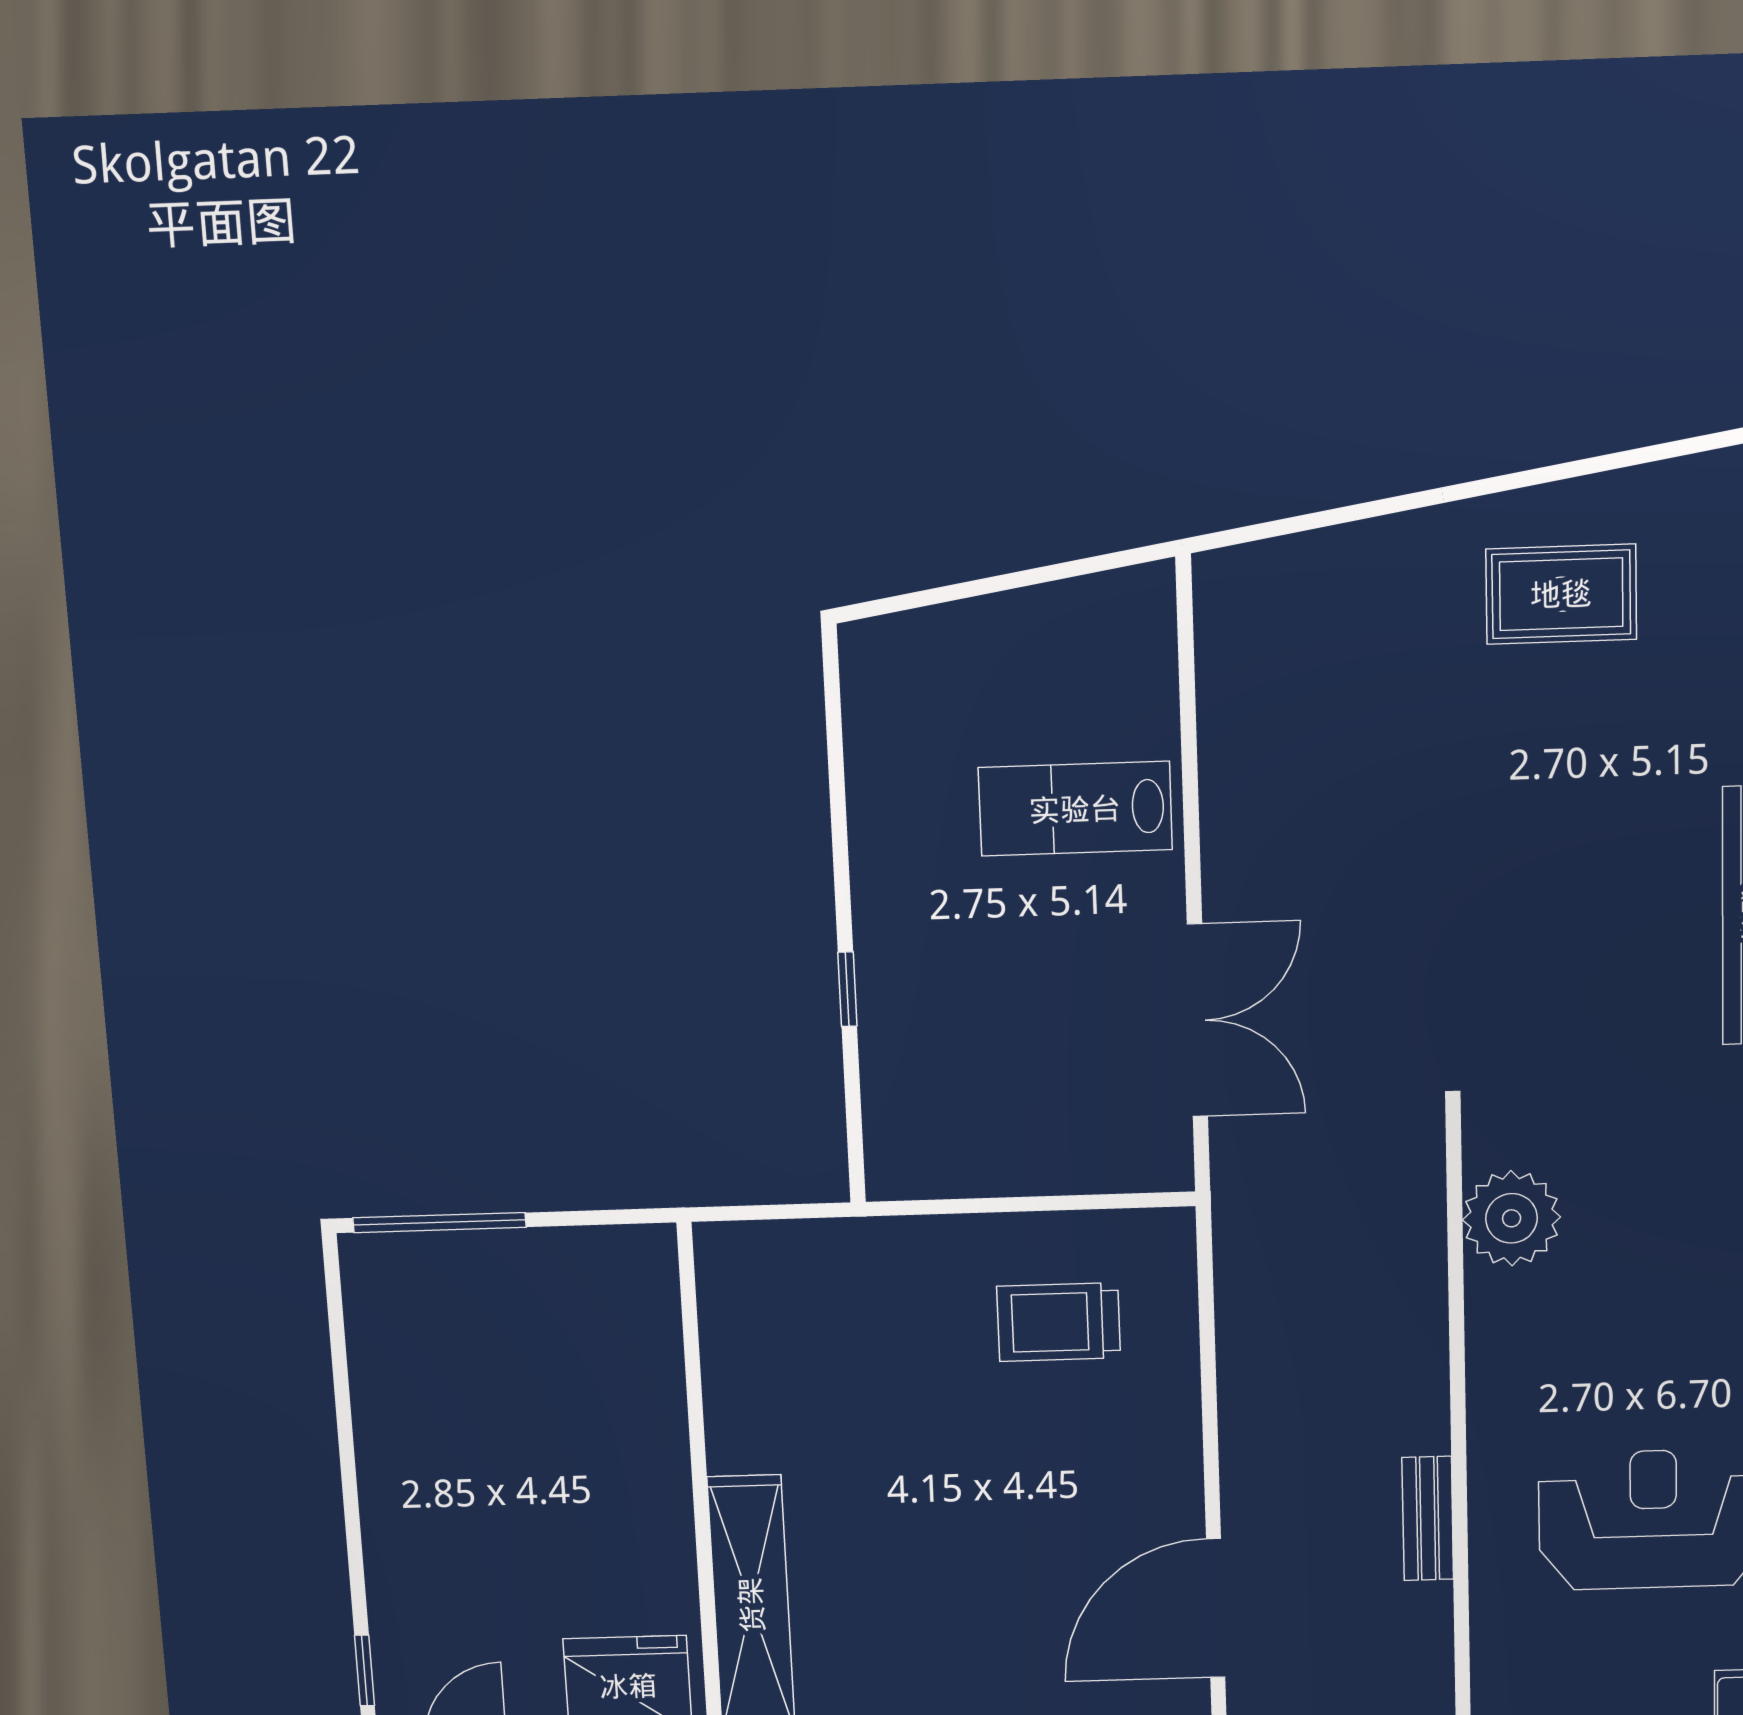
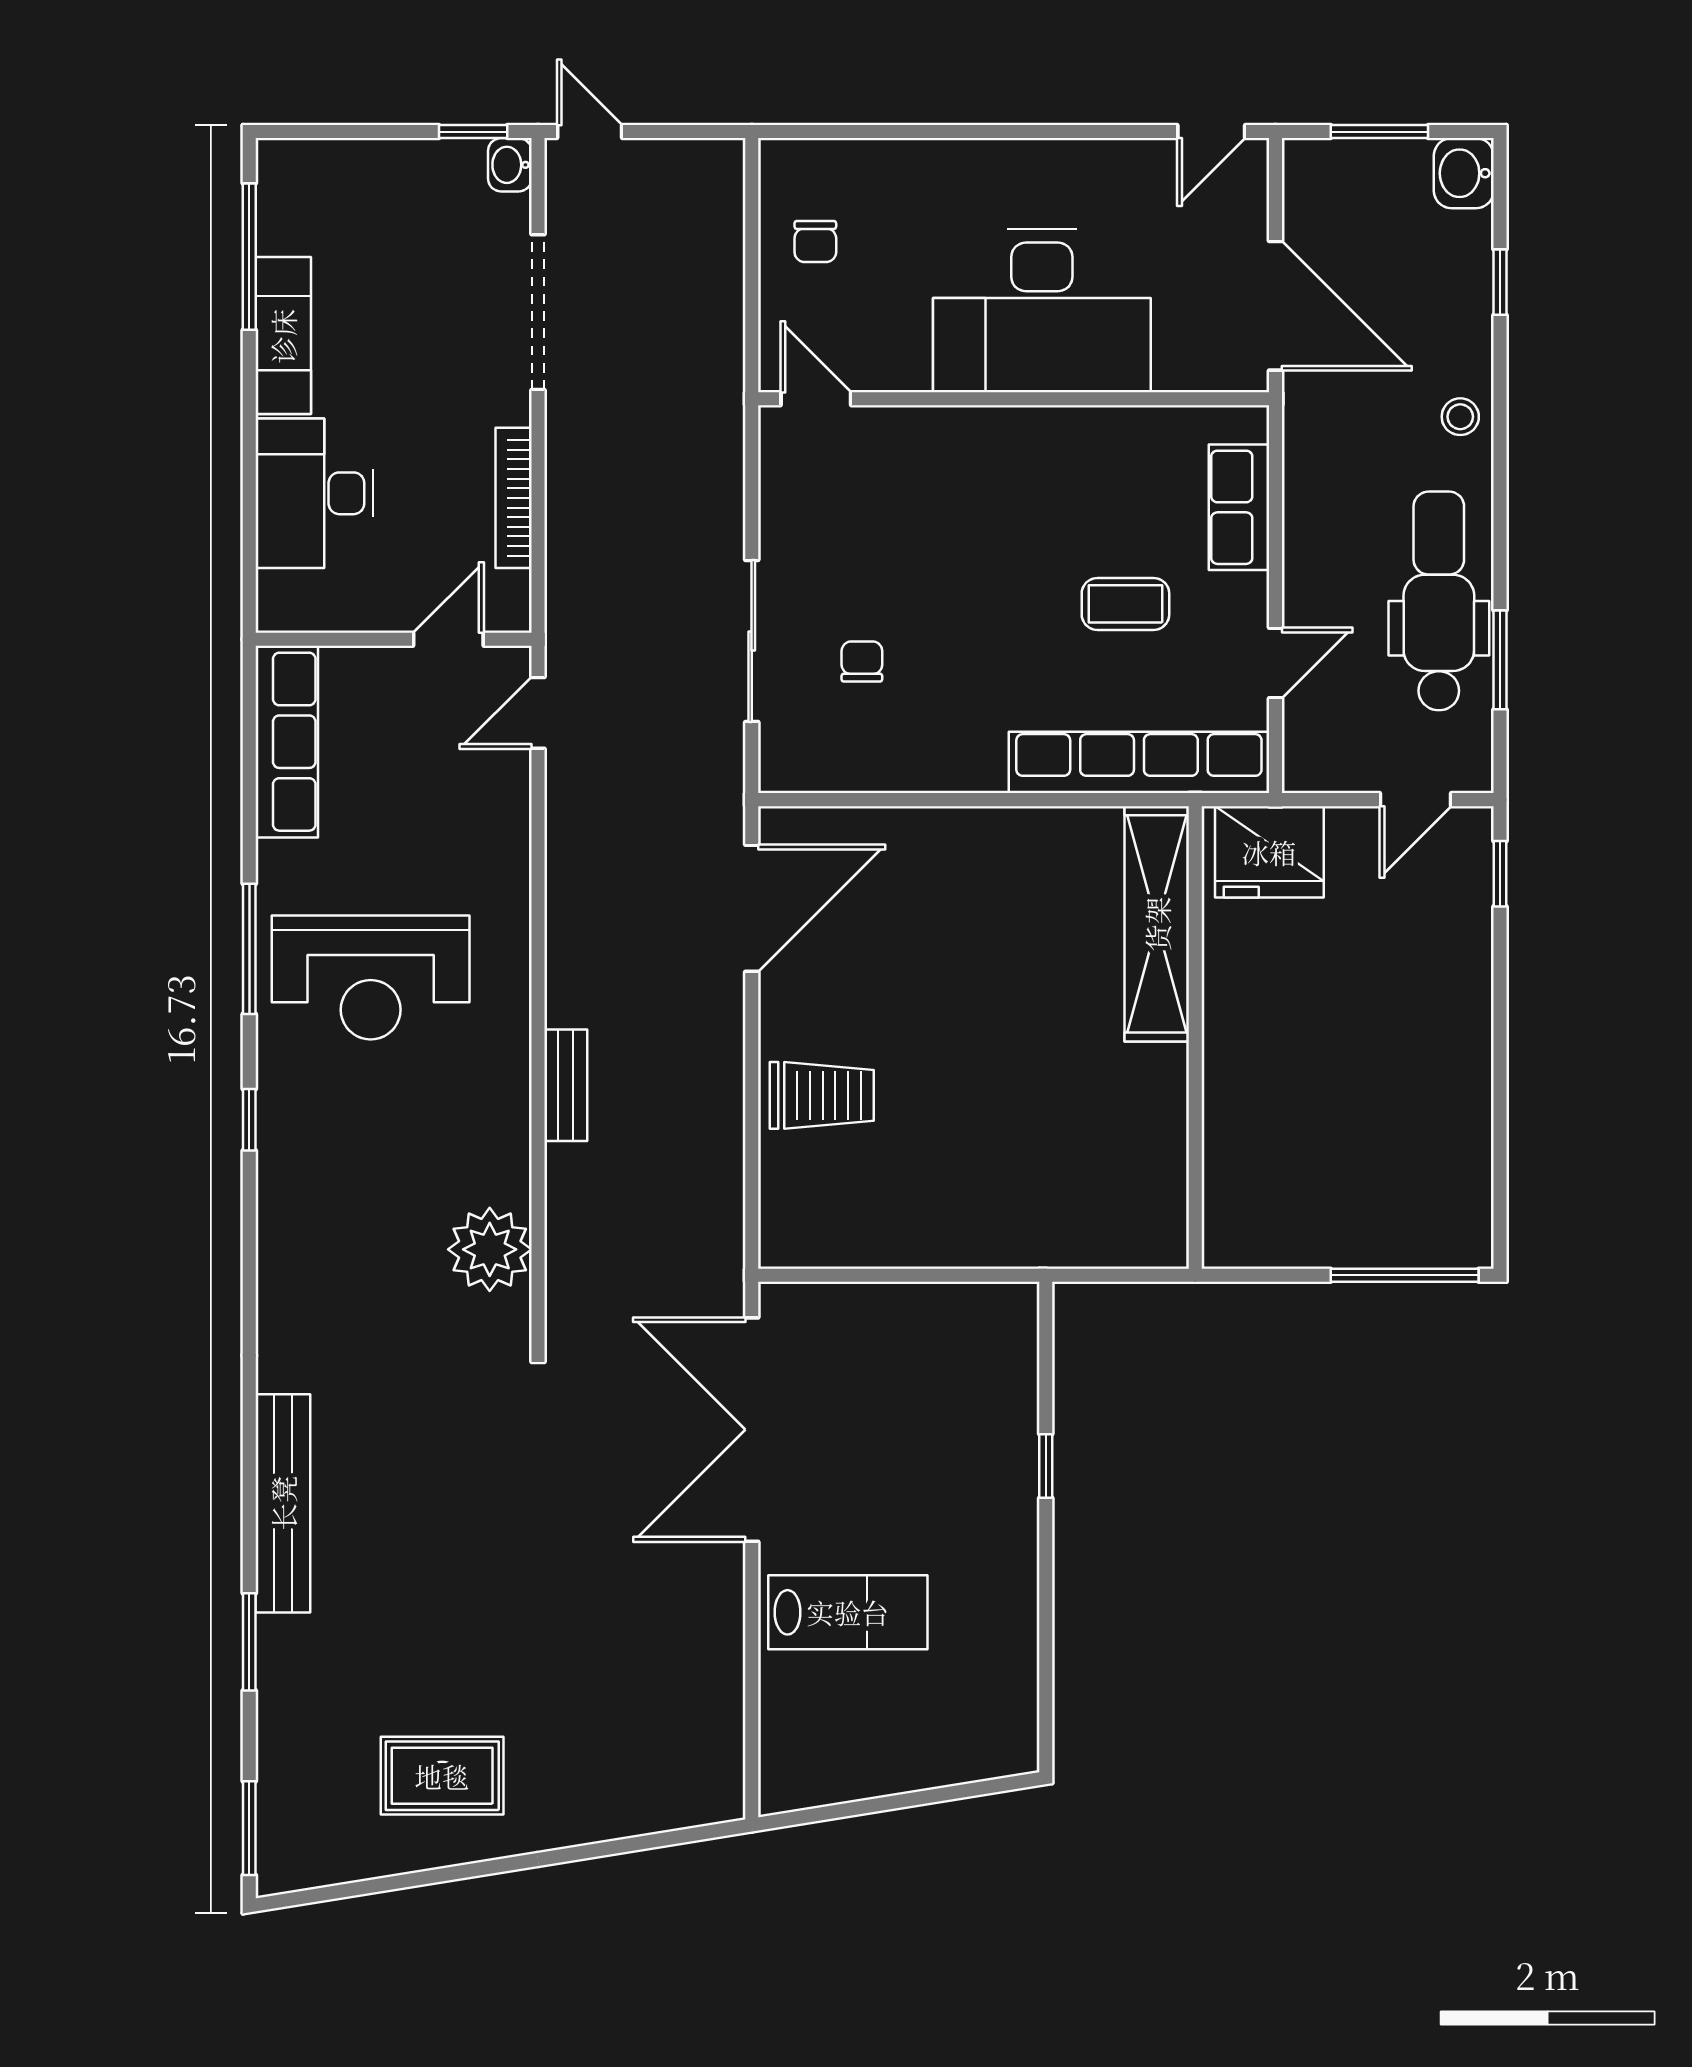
double door: (1197, 1020) -> (752, 1430), width x1.36
trolley: (1059, 1322) -> (822, 1095), moved
bench: (1428, 1518) -> (566, 1085), moved

